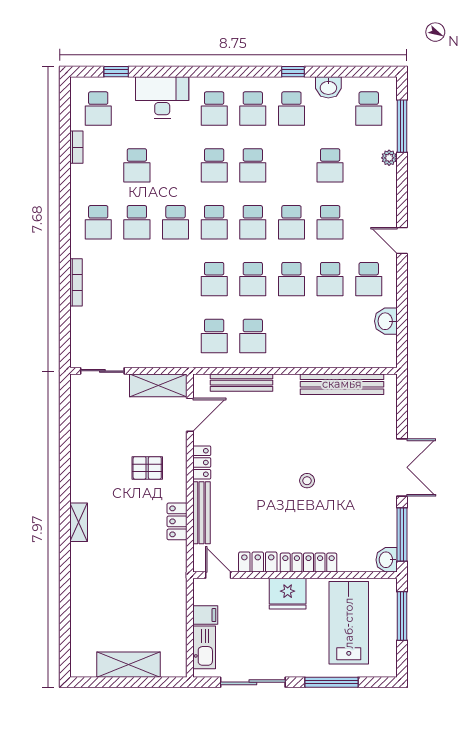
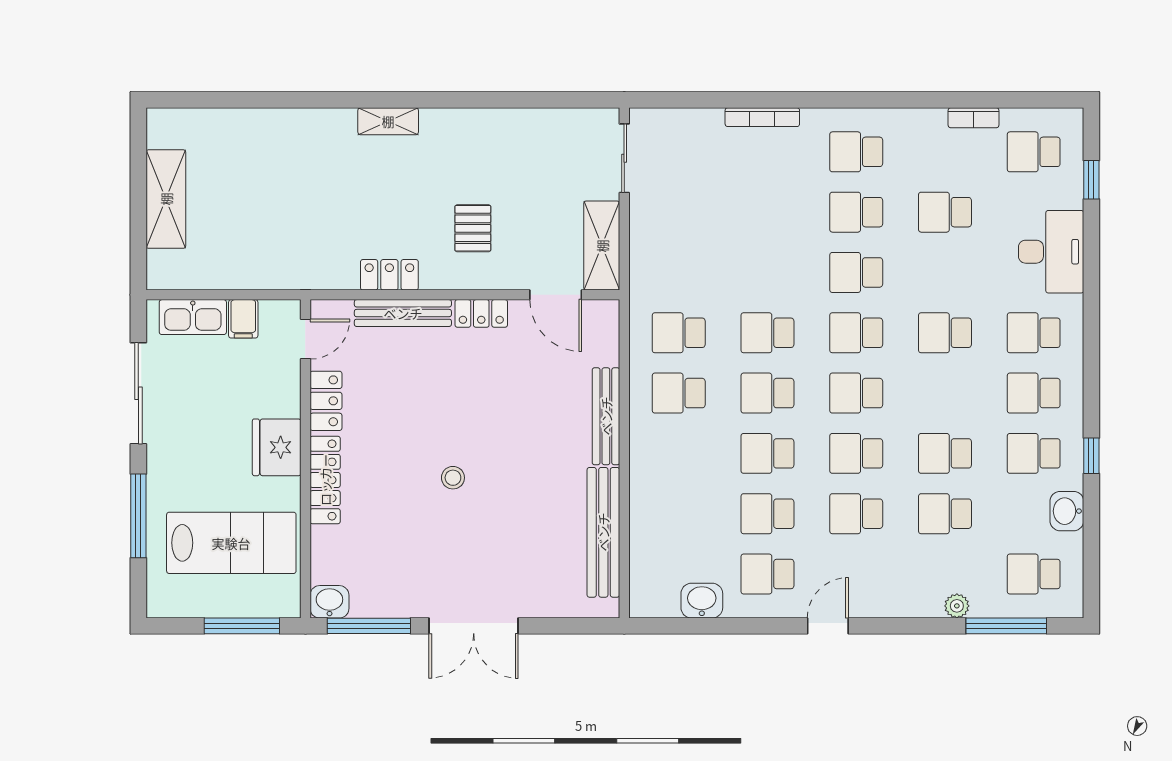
school desk: (253, 165) -> (945, 453), moved
bench: (242, 383) -> (606, 416), moved

